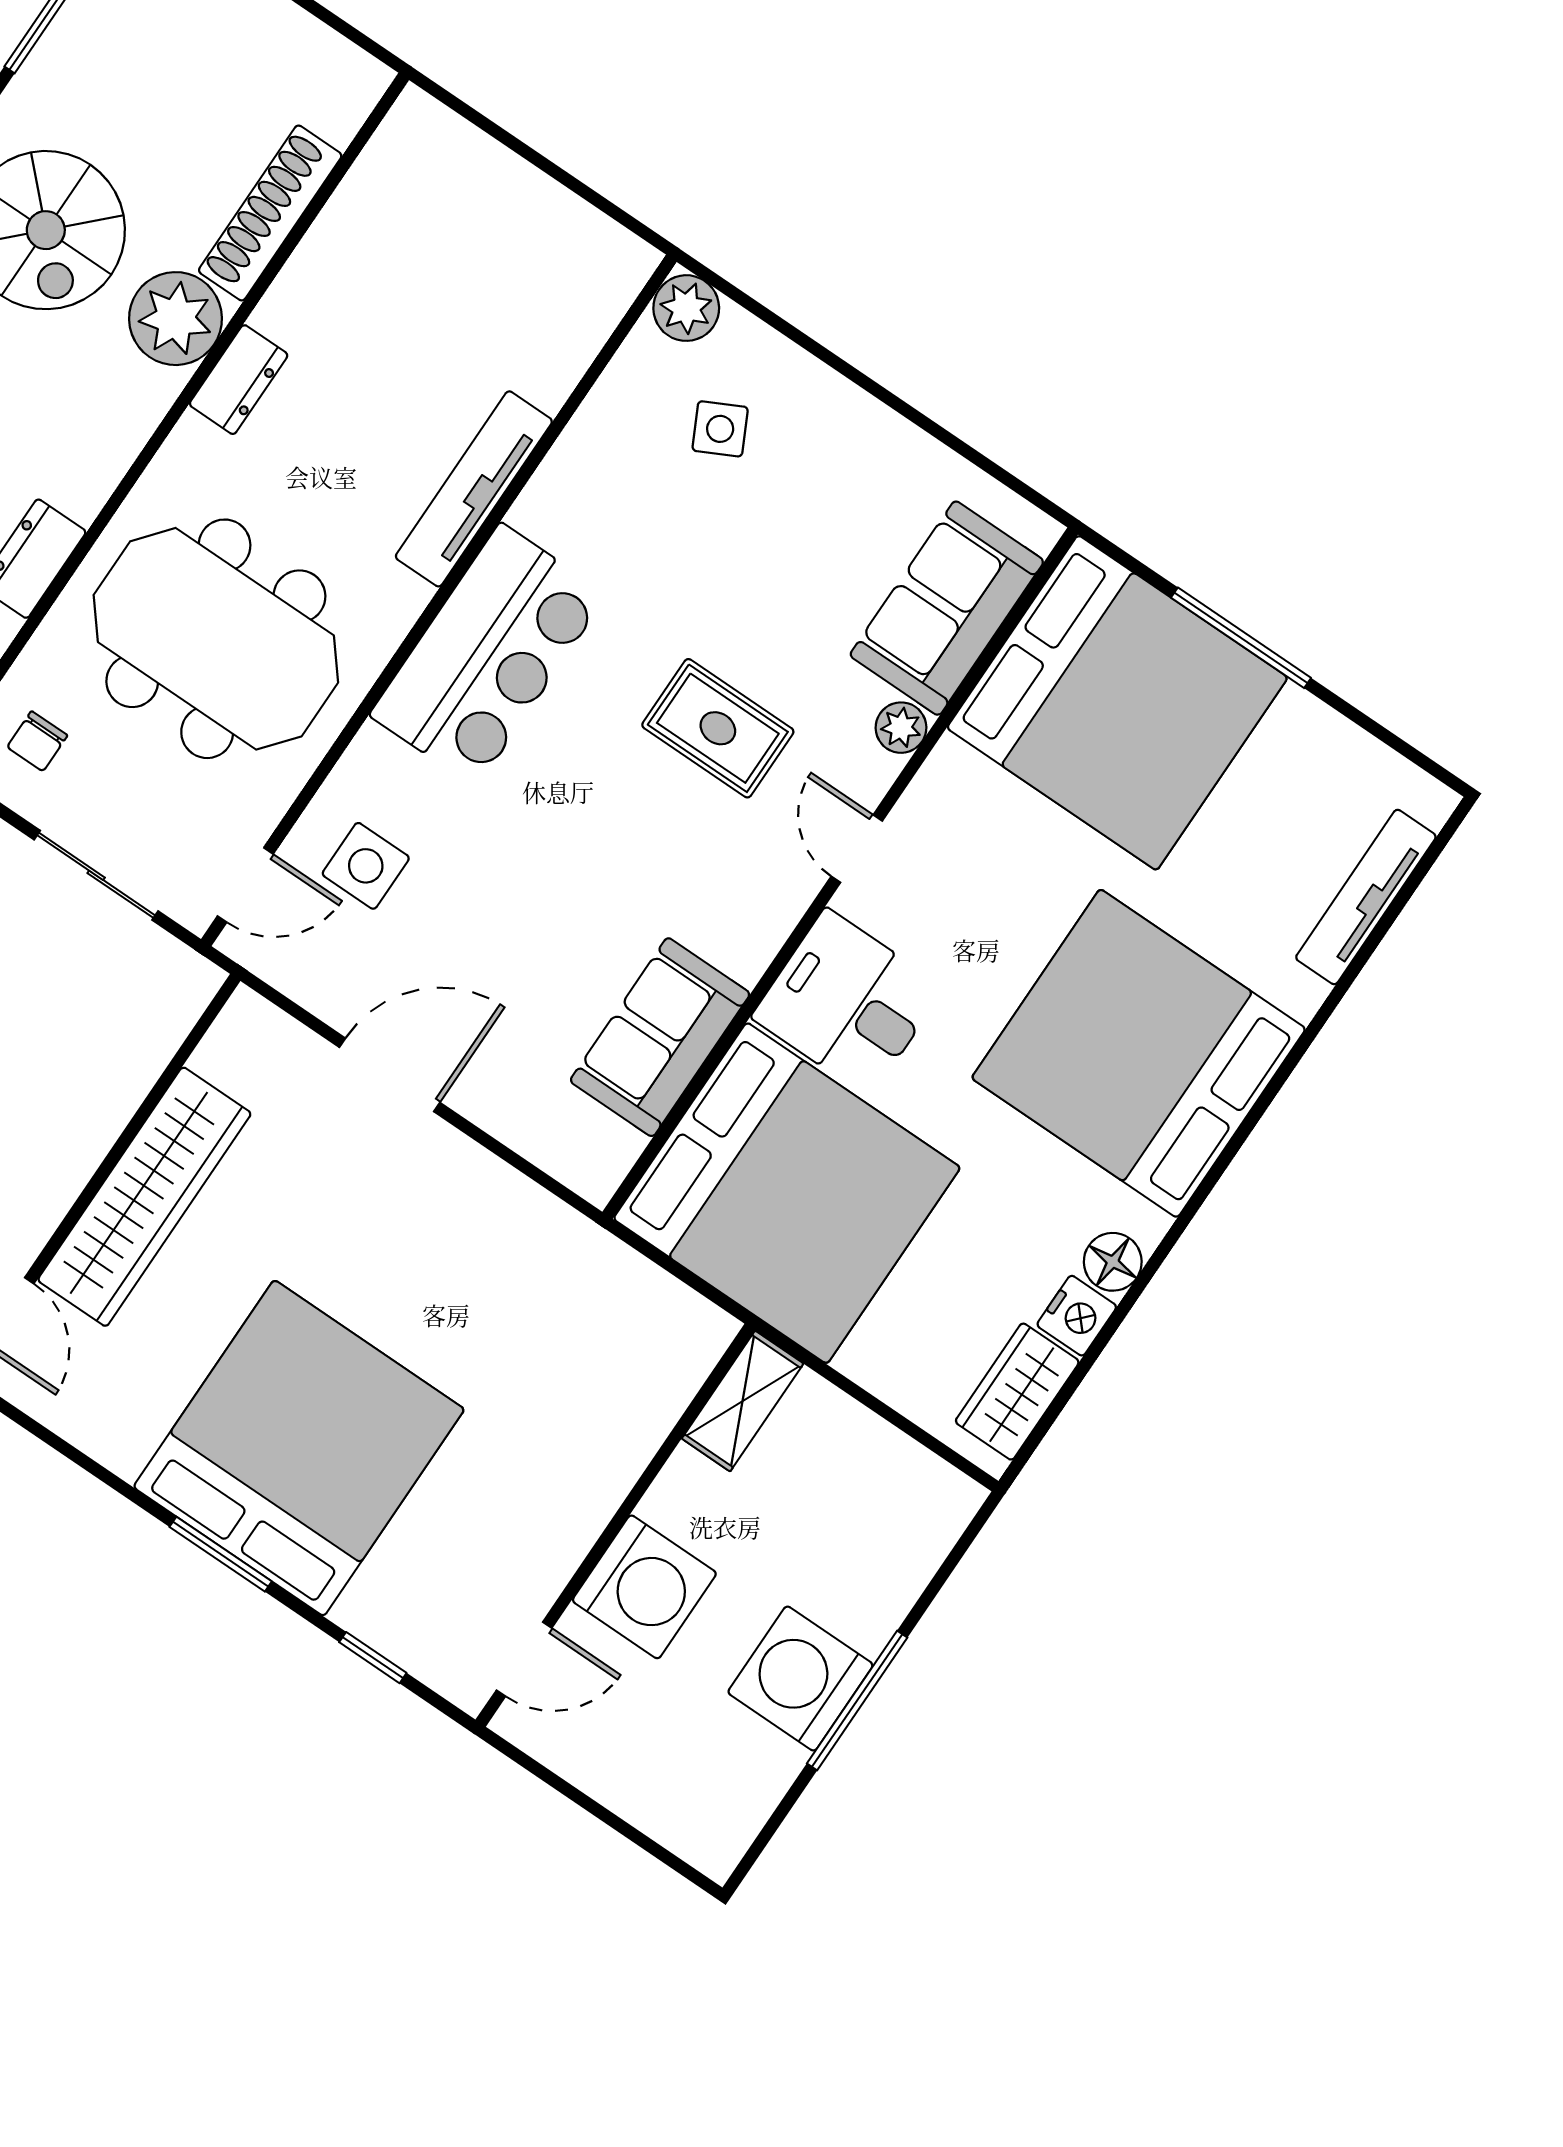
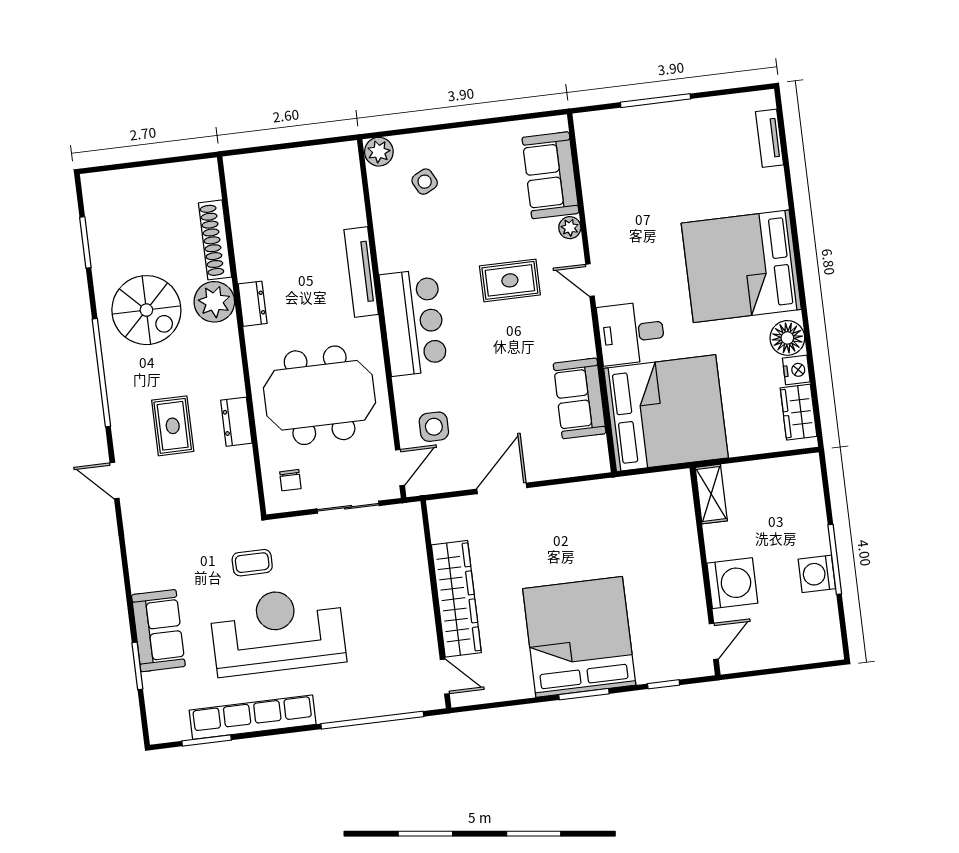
bed: (1117, 703) -> (634, 157), removed
tv unit: (1366, 897) -> (770, 138), width x0.71
floor lamp: (1113, 1262) -> (787, 338), width x1.38, depth x1.38
washing machine: (800, 1679) -> (817, 574), width x0.73, depth x0.73

